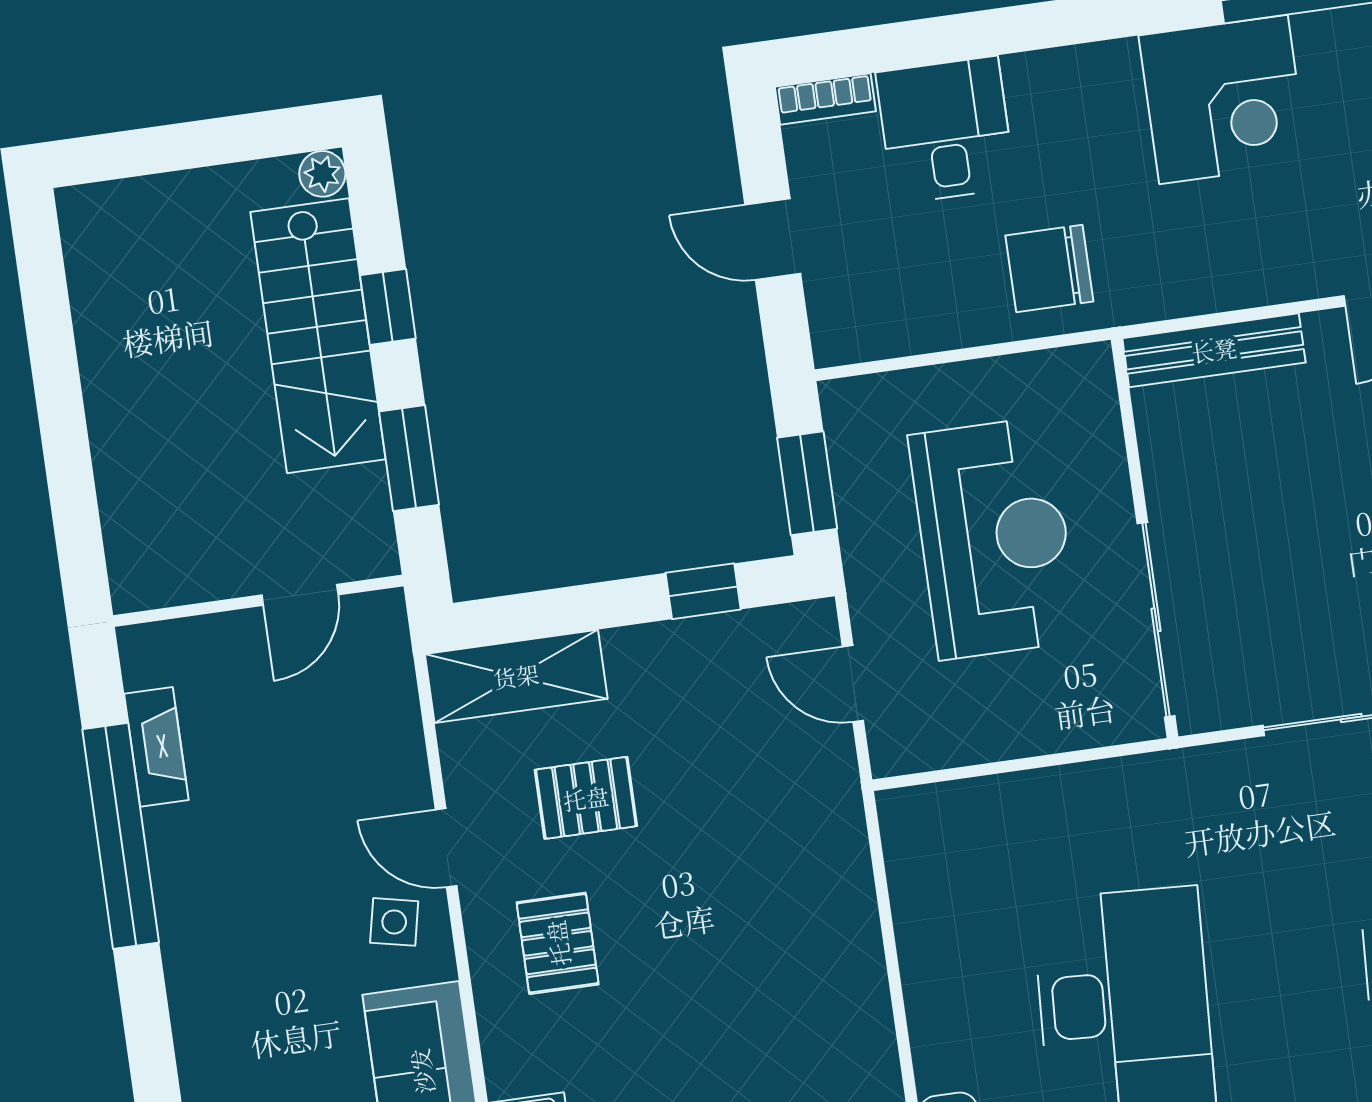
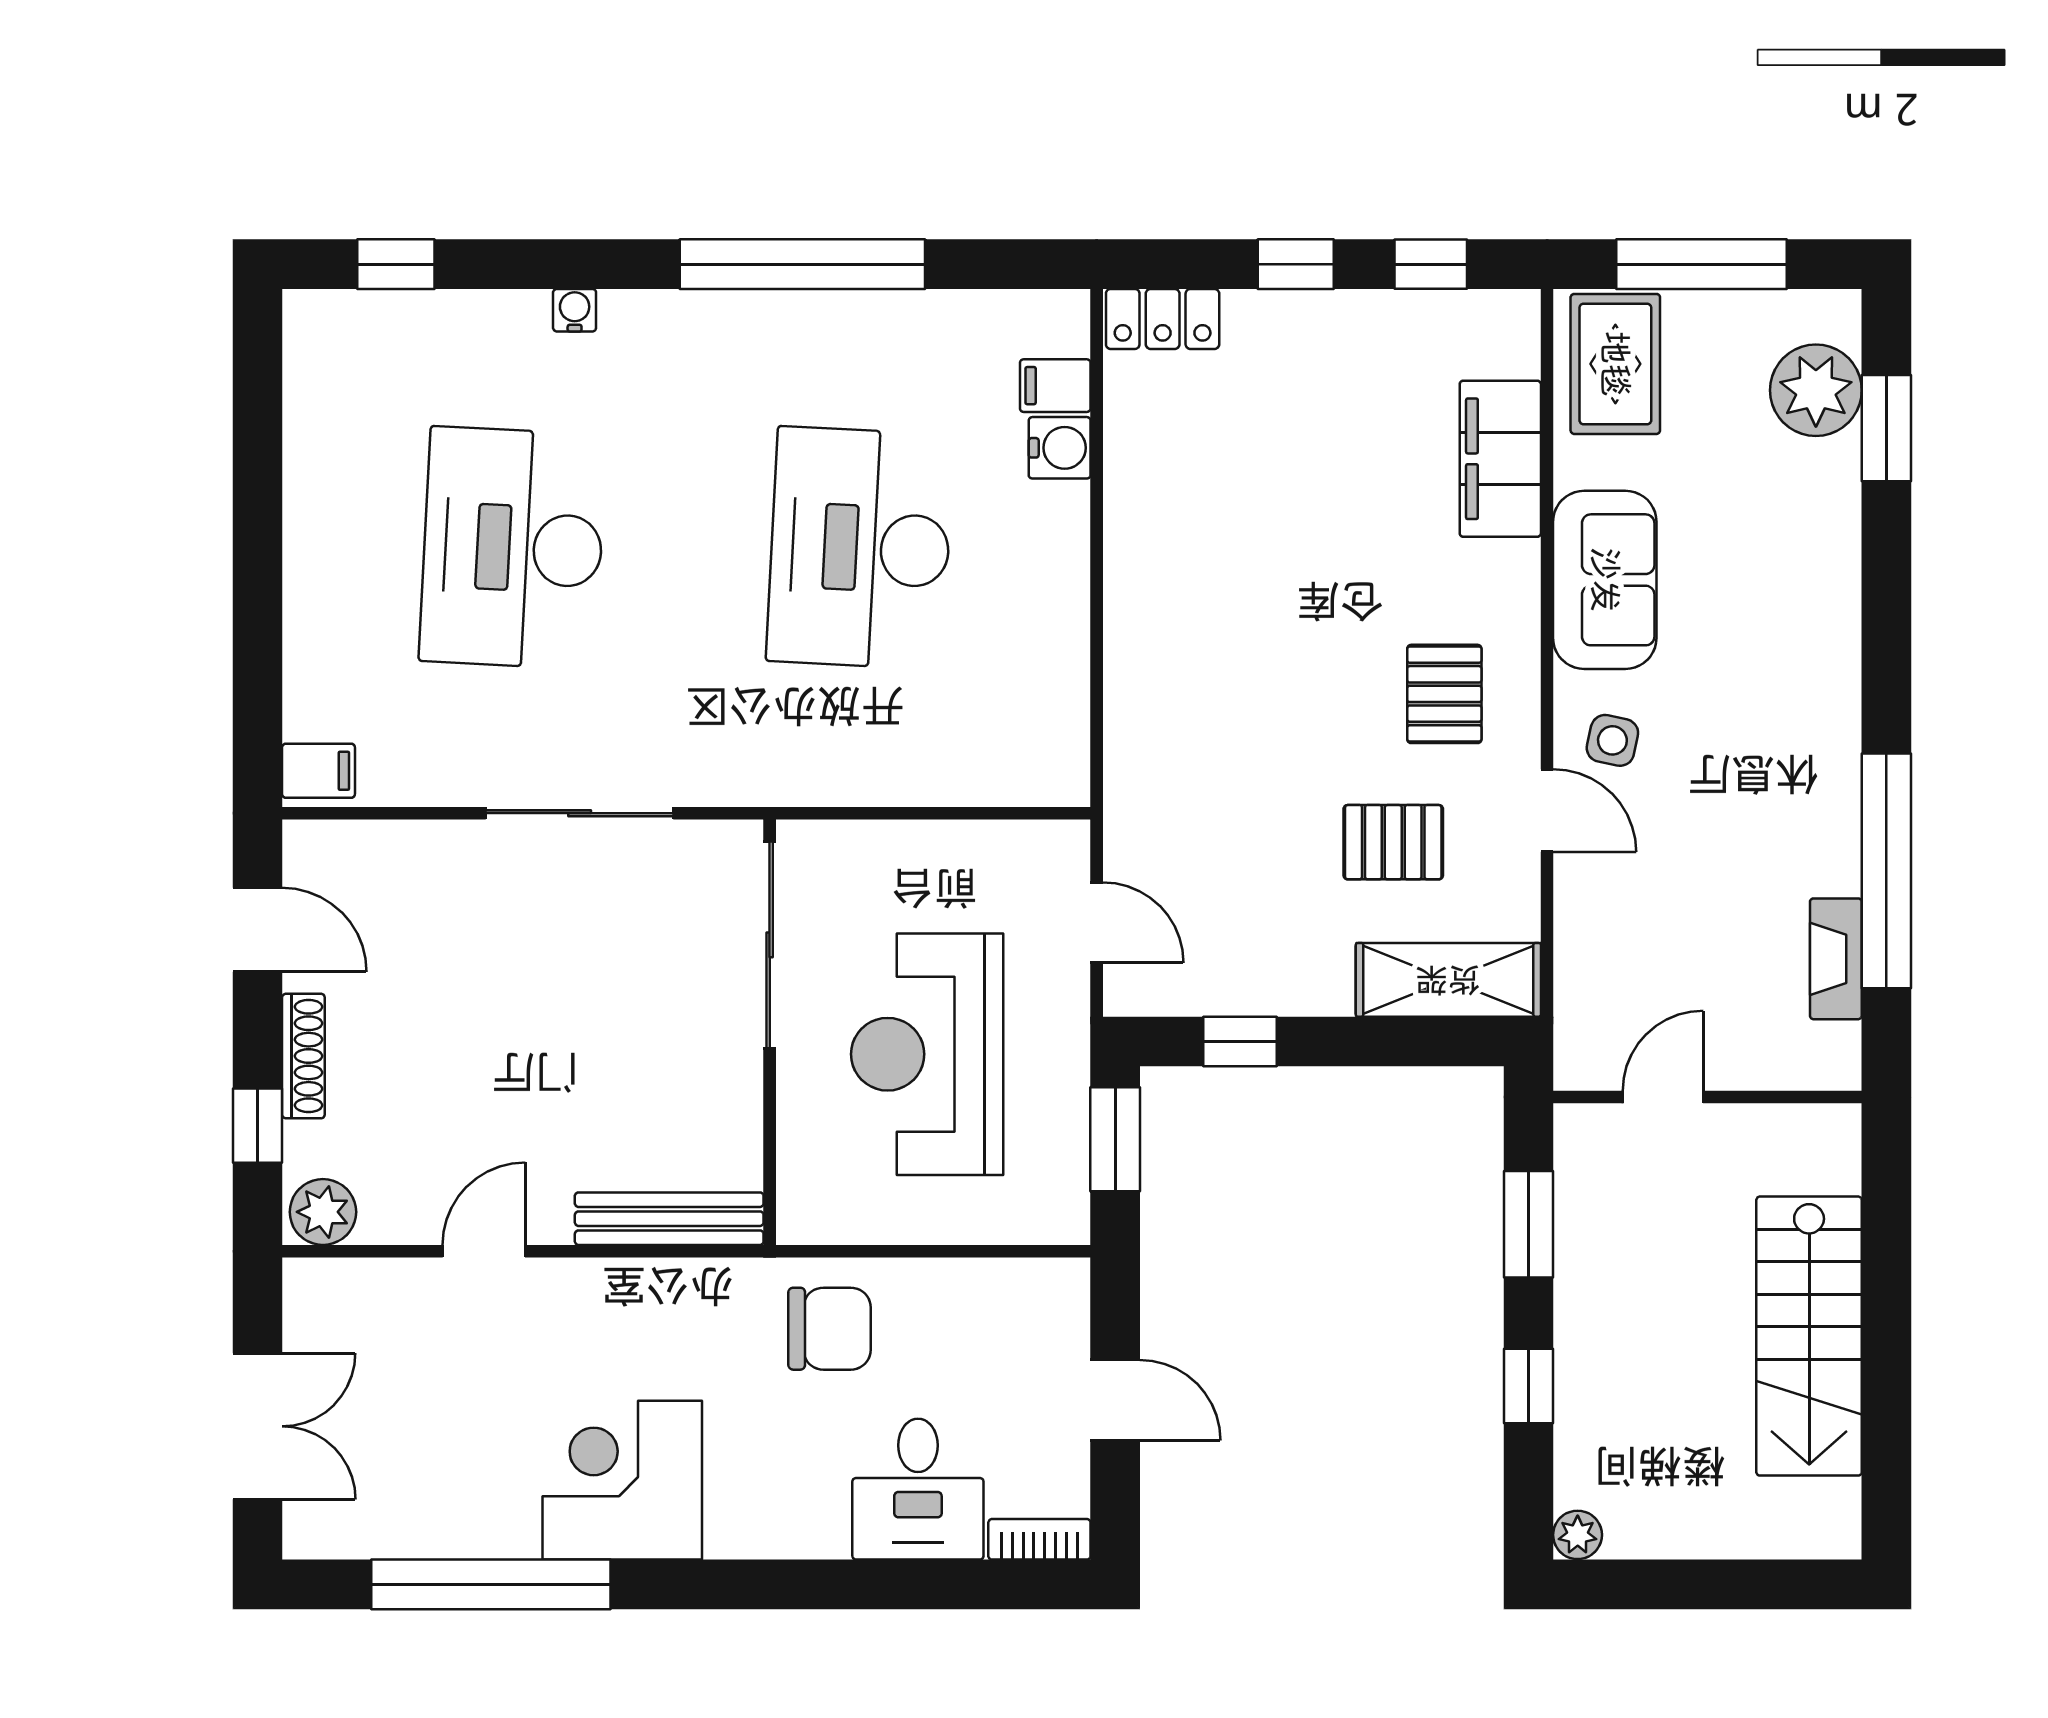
stairs: (318, 336) -> (1809, 1336), moved, turned 180

